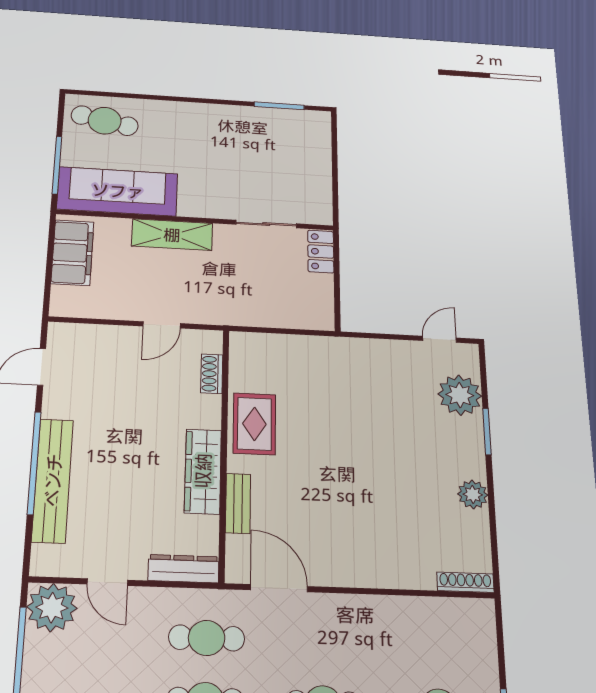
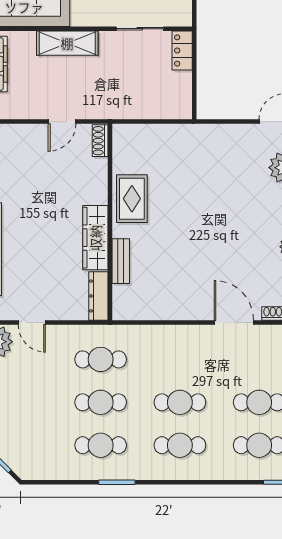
shoe rack: (212, 374) -> (100, 141), moved
dresser: (184, 569) -> (98, 296), moved, turned -90
door: (279, 588) -> (234, 322), moved

